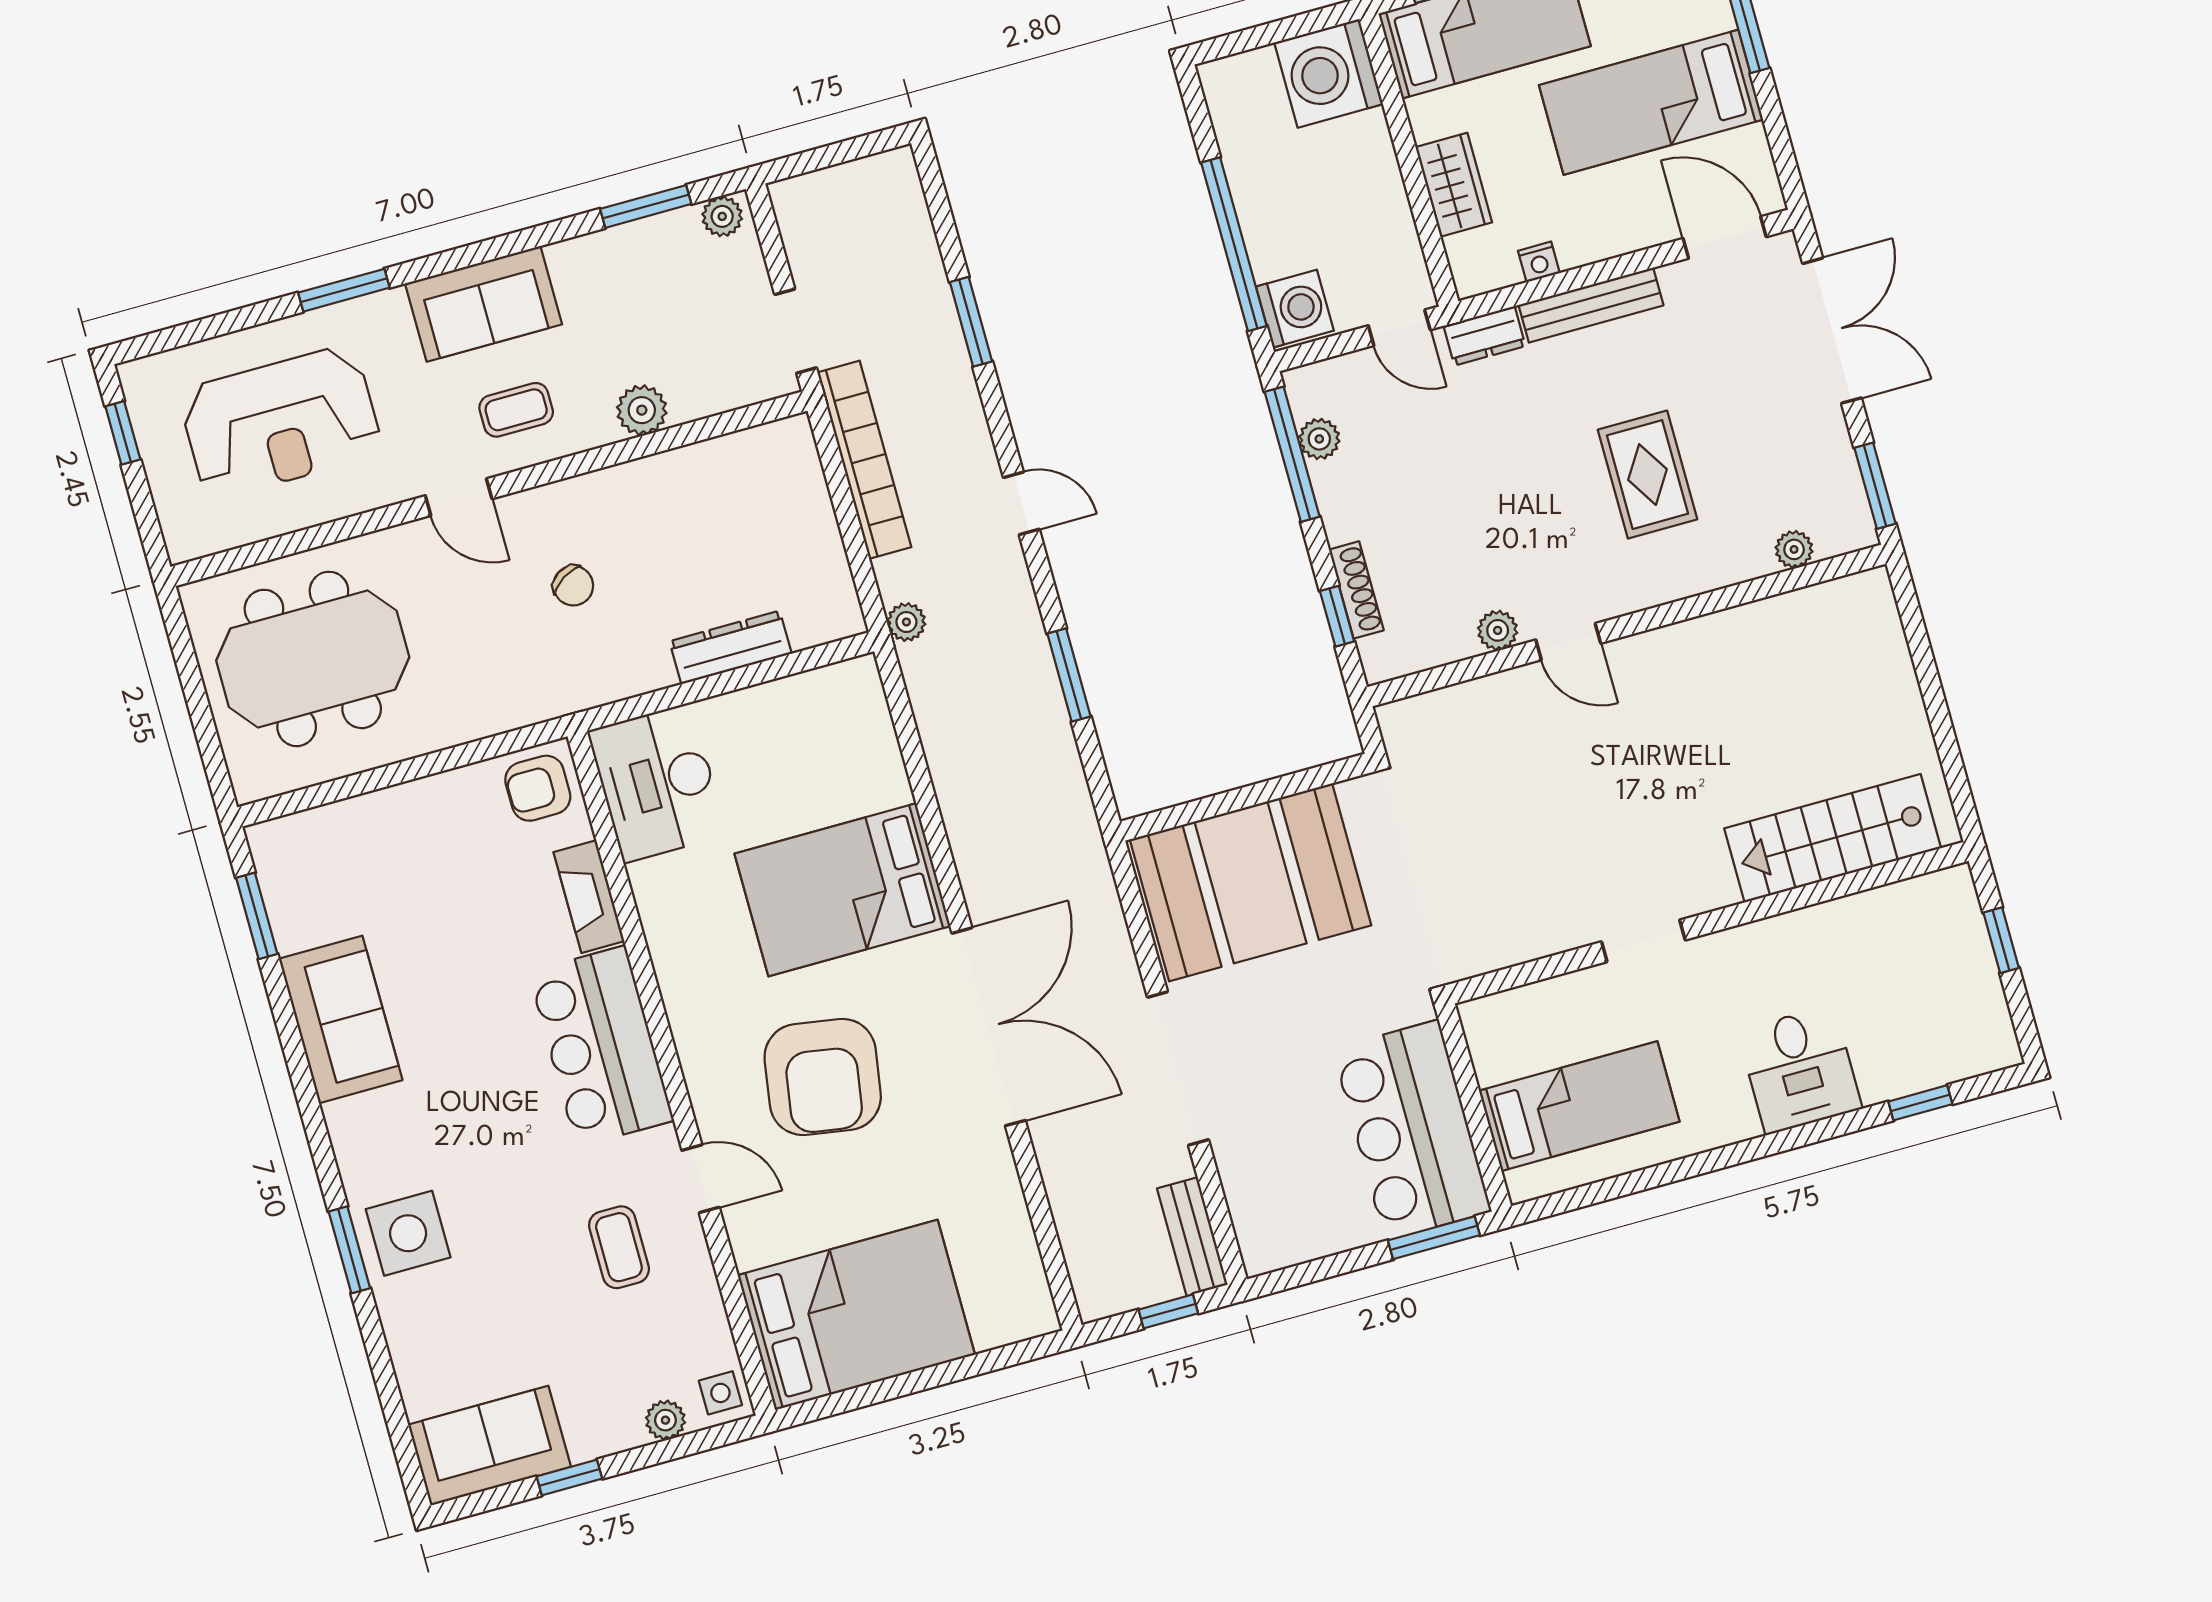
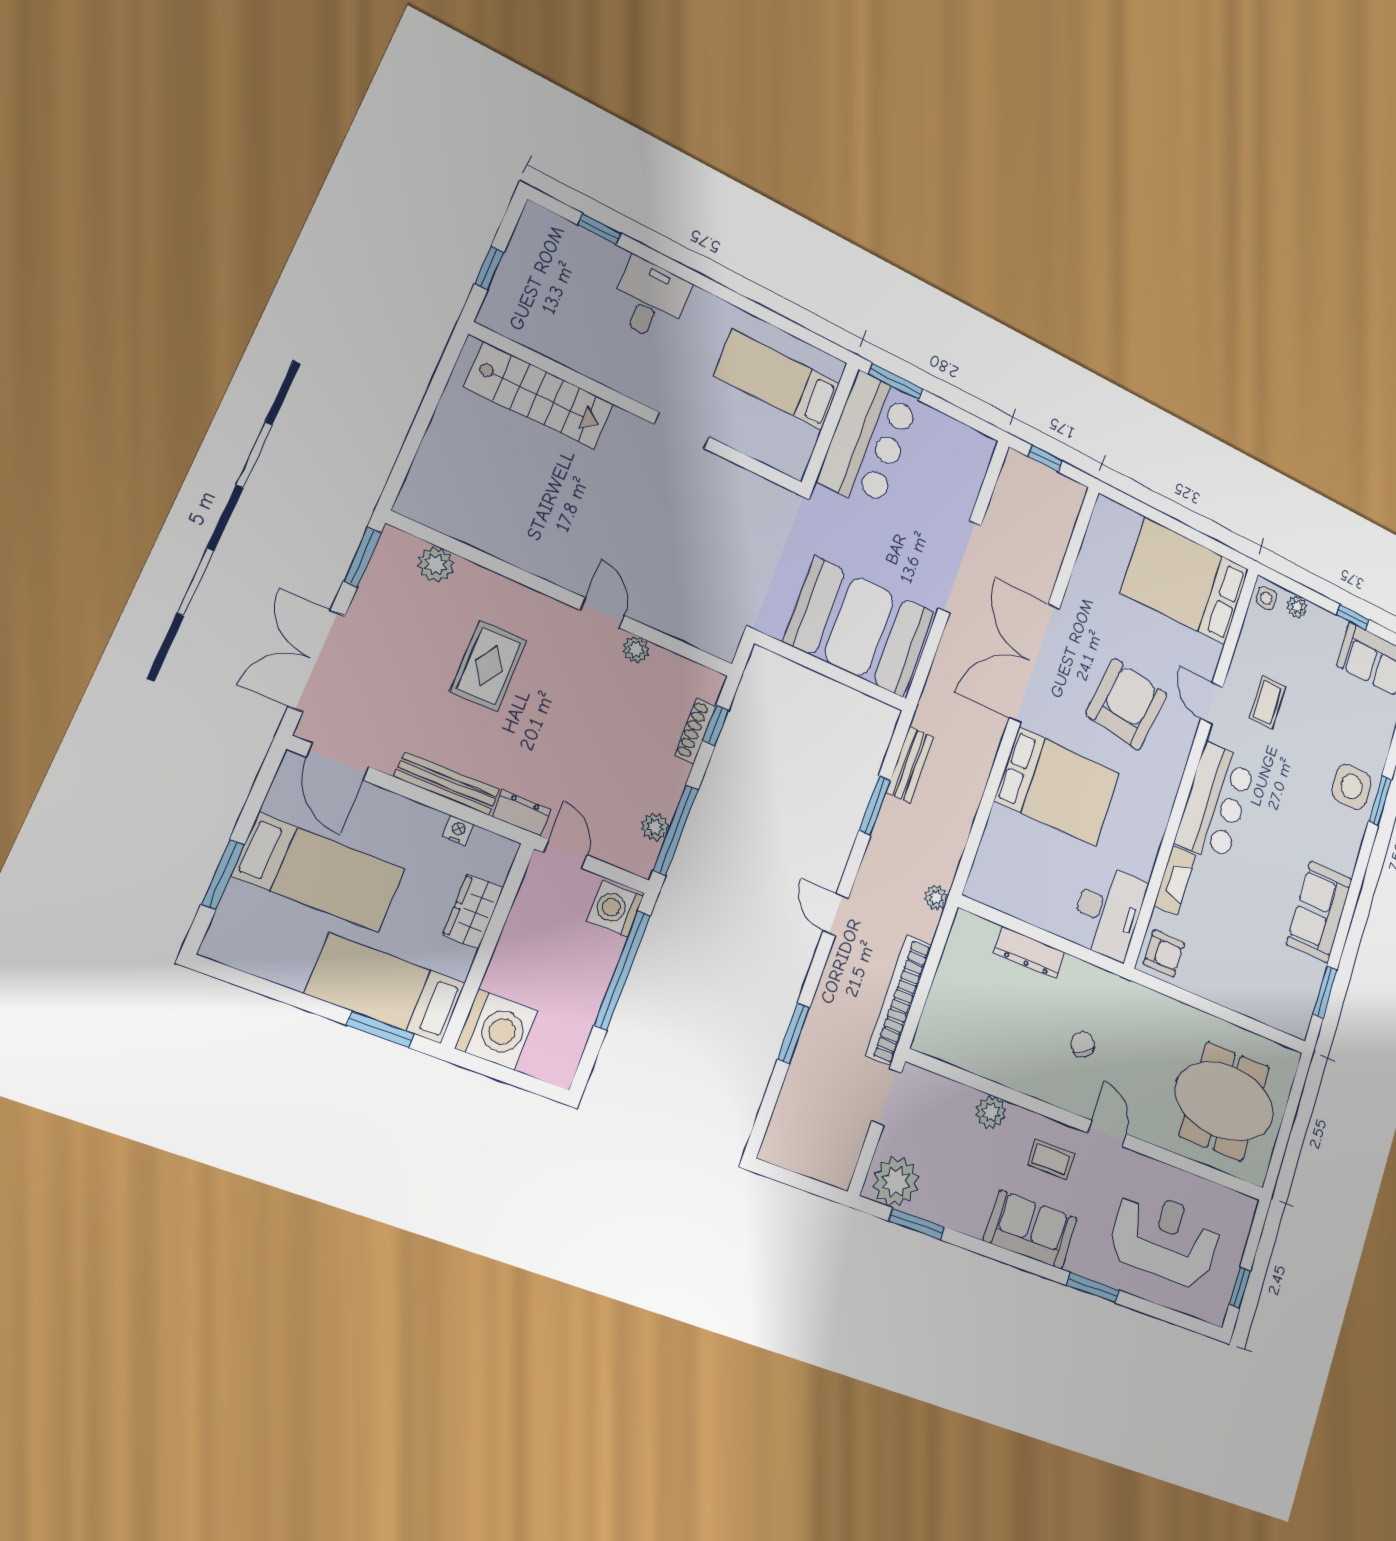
plant: (722, 216) -> (896, 1182), width x1.87, depth x1.87
plant: (1794, 549) -> (436, 565), width x1.38, depth x1.38
bench: (1192, 1237) -> (910, 764), moved

